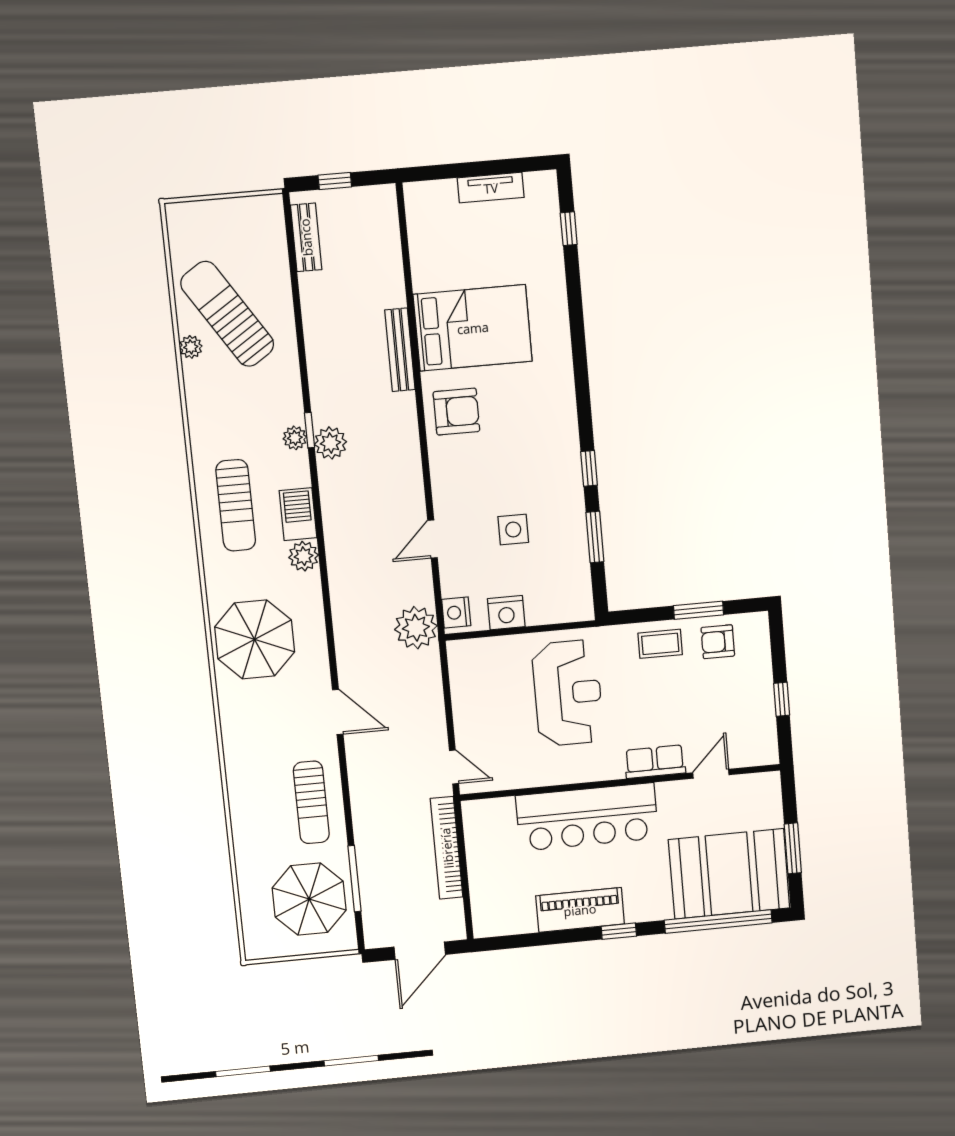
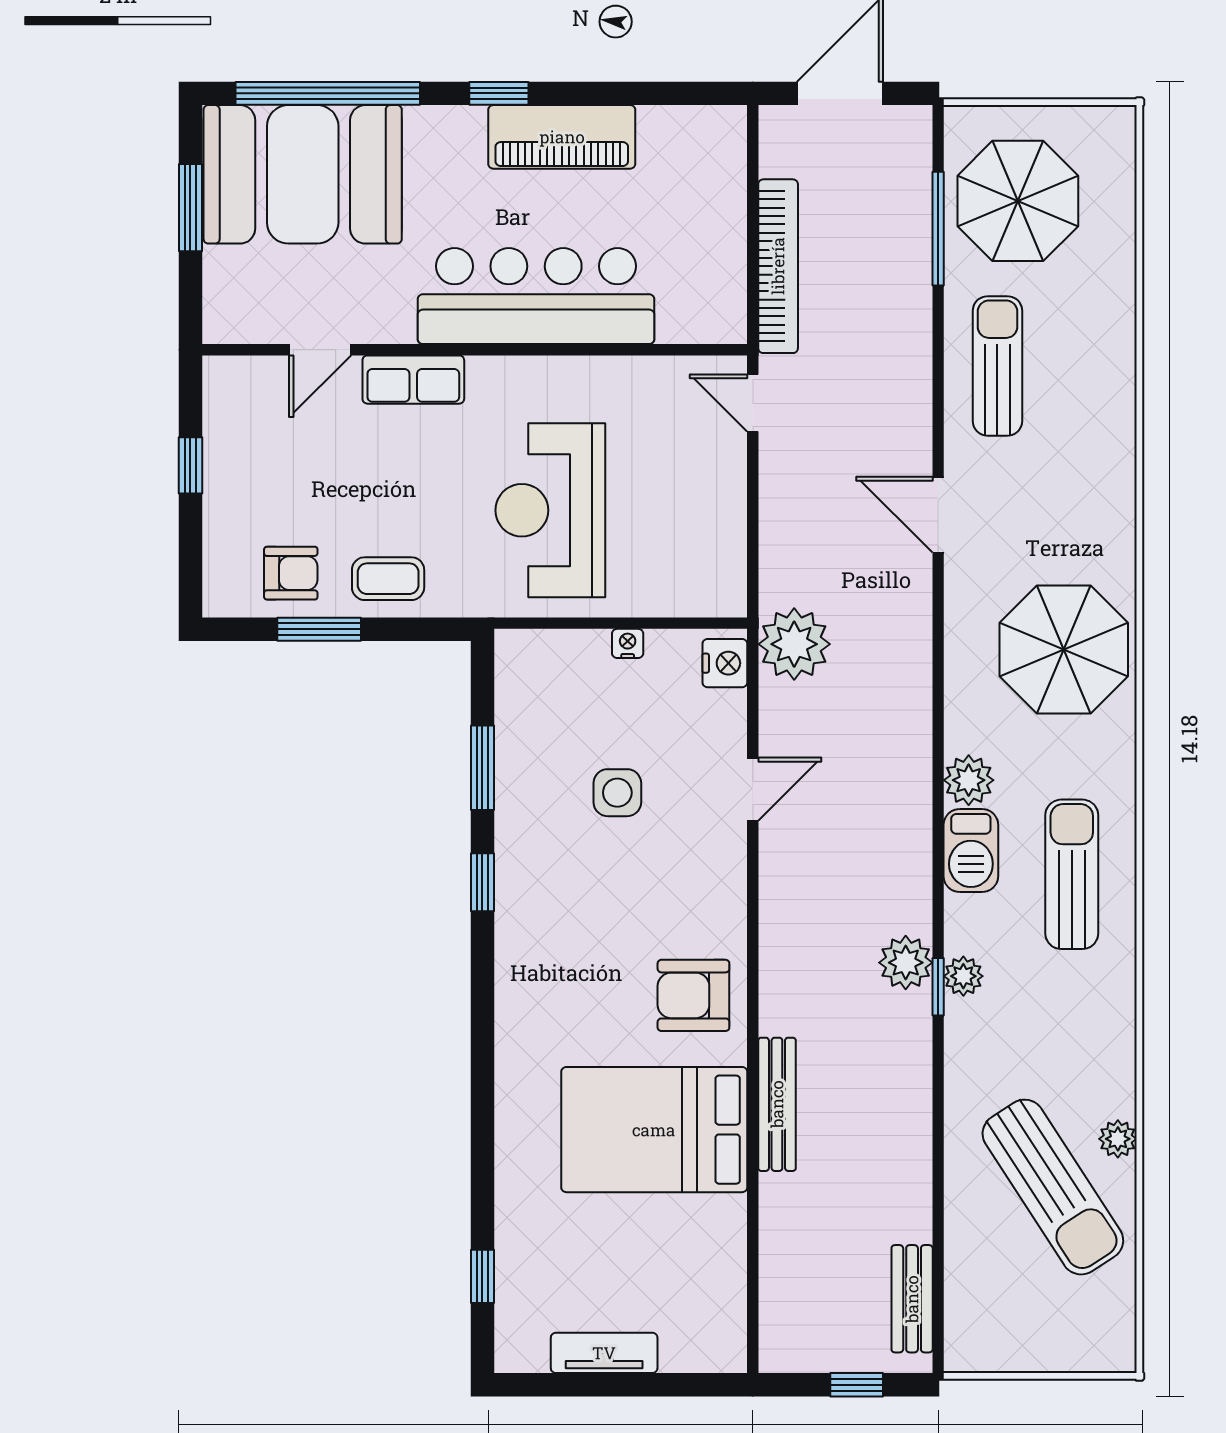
nightstand: (506, 613) -> (628, 643), width x0.53, depth x0.56

